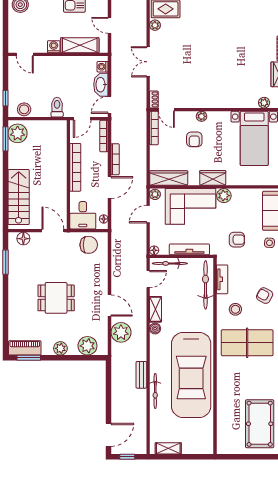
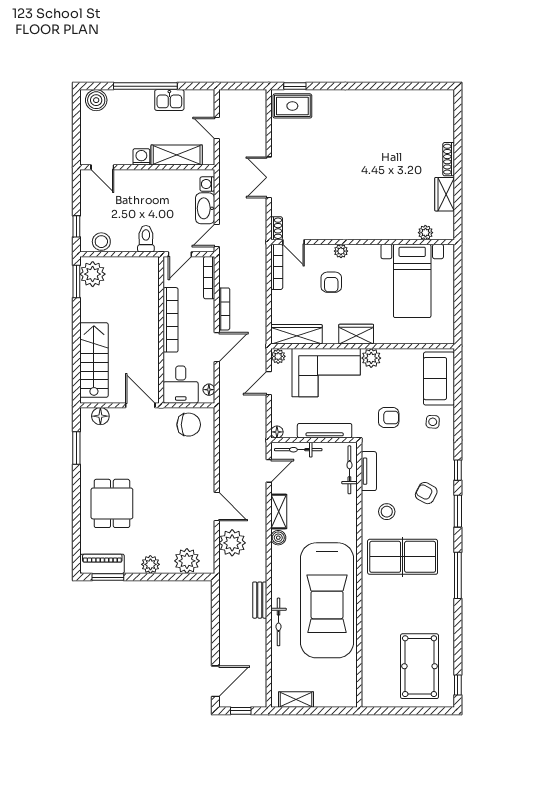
plant: (155, 25) -> (278, 128), removed
bicycle: (206, 285) -> (349, 470), width x0.73, depth x0.71
dining table: (56, 298) -> (112, 503), moved, turned 90

